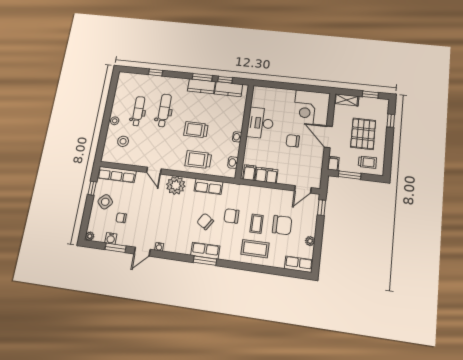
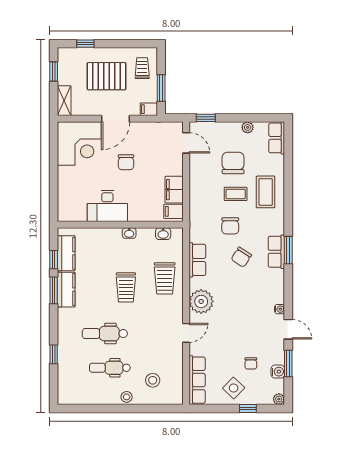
window: (92, 188) -> (248, 408), moved

